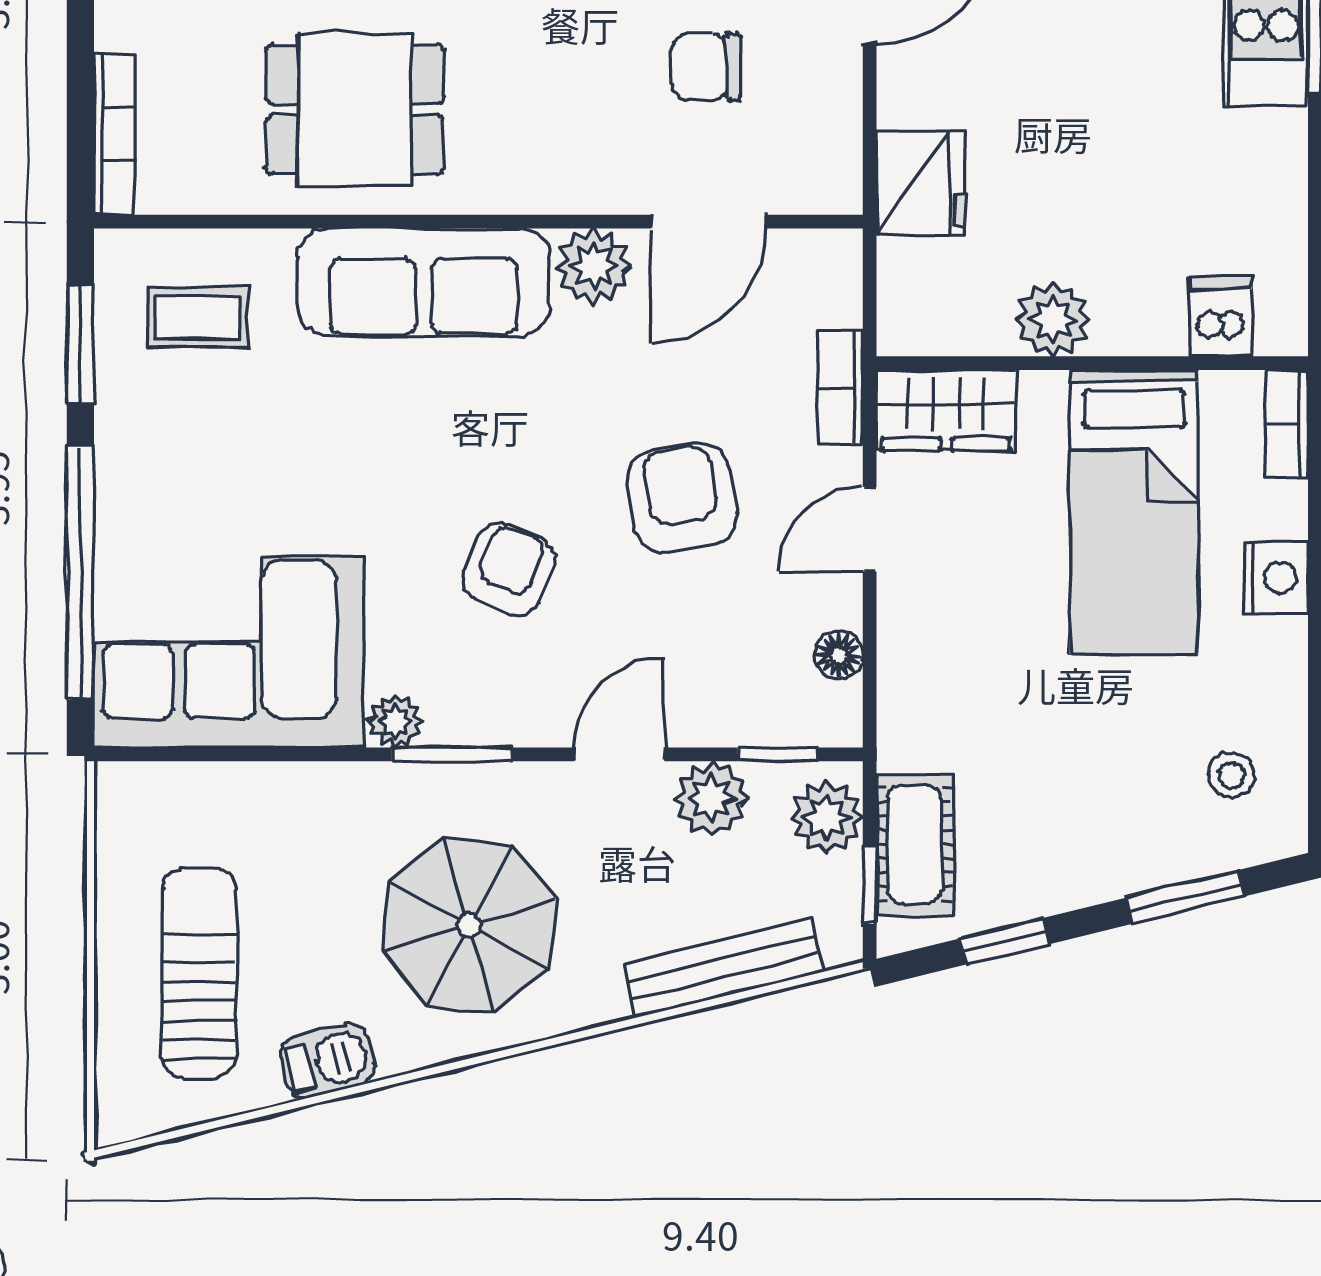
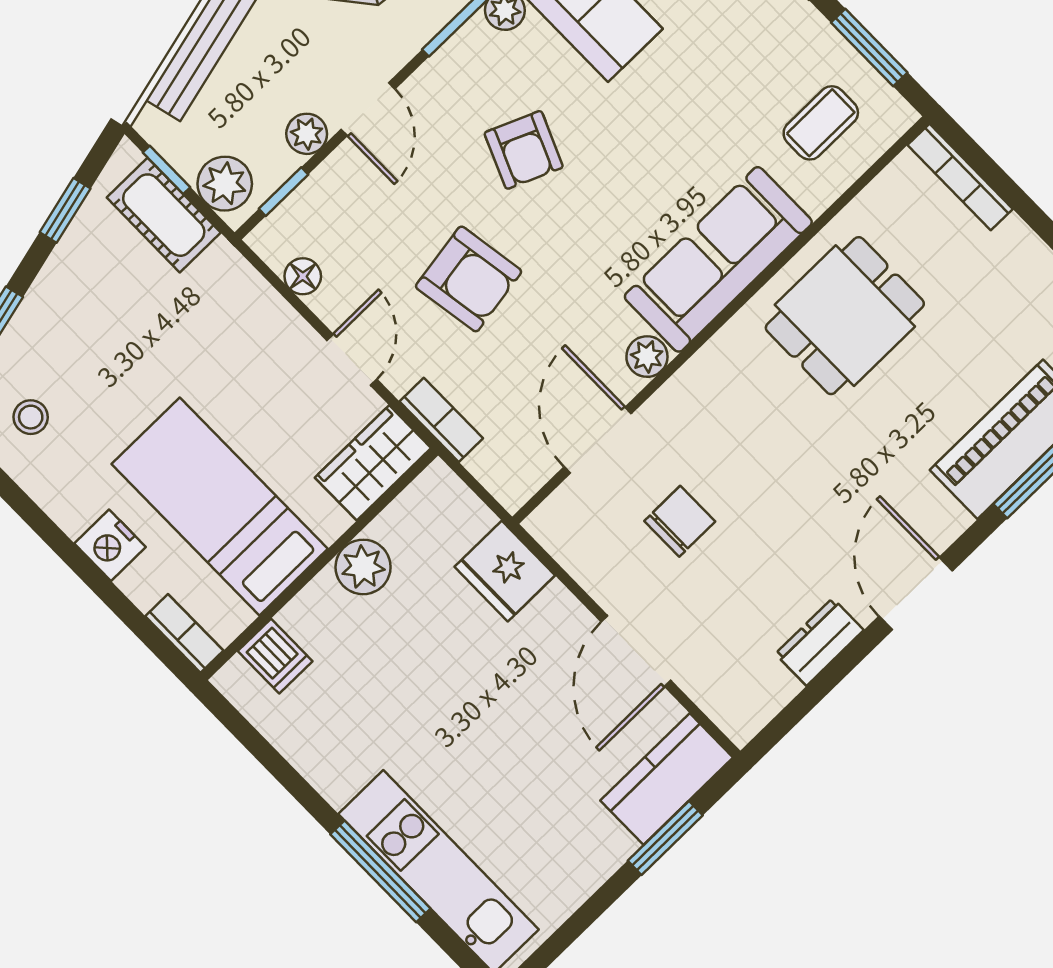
plant: (594, 266) -> (647, 357), width x0.73, depth x0.73
plant: (711, 799) -> (307, 134), width x0.73, depth x0.73

